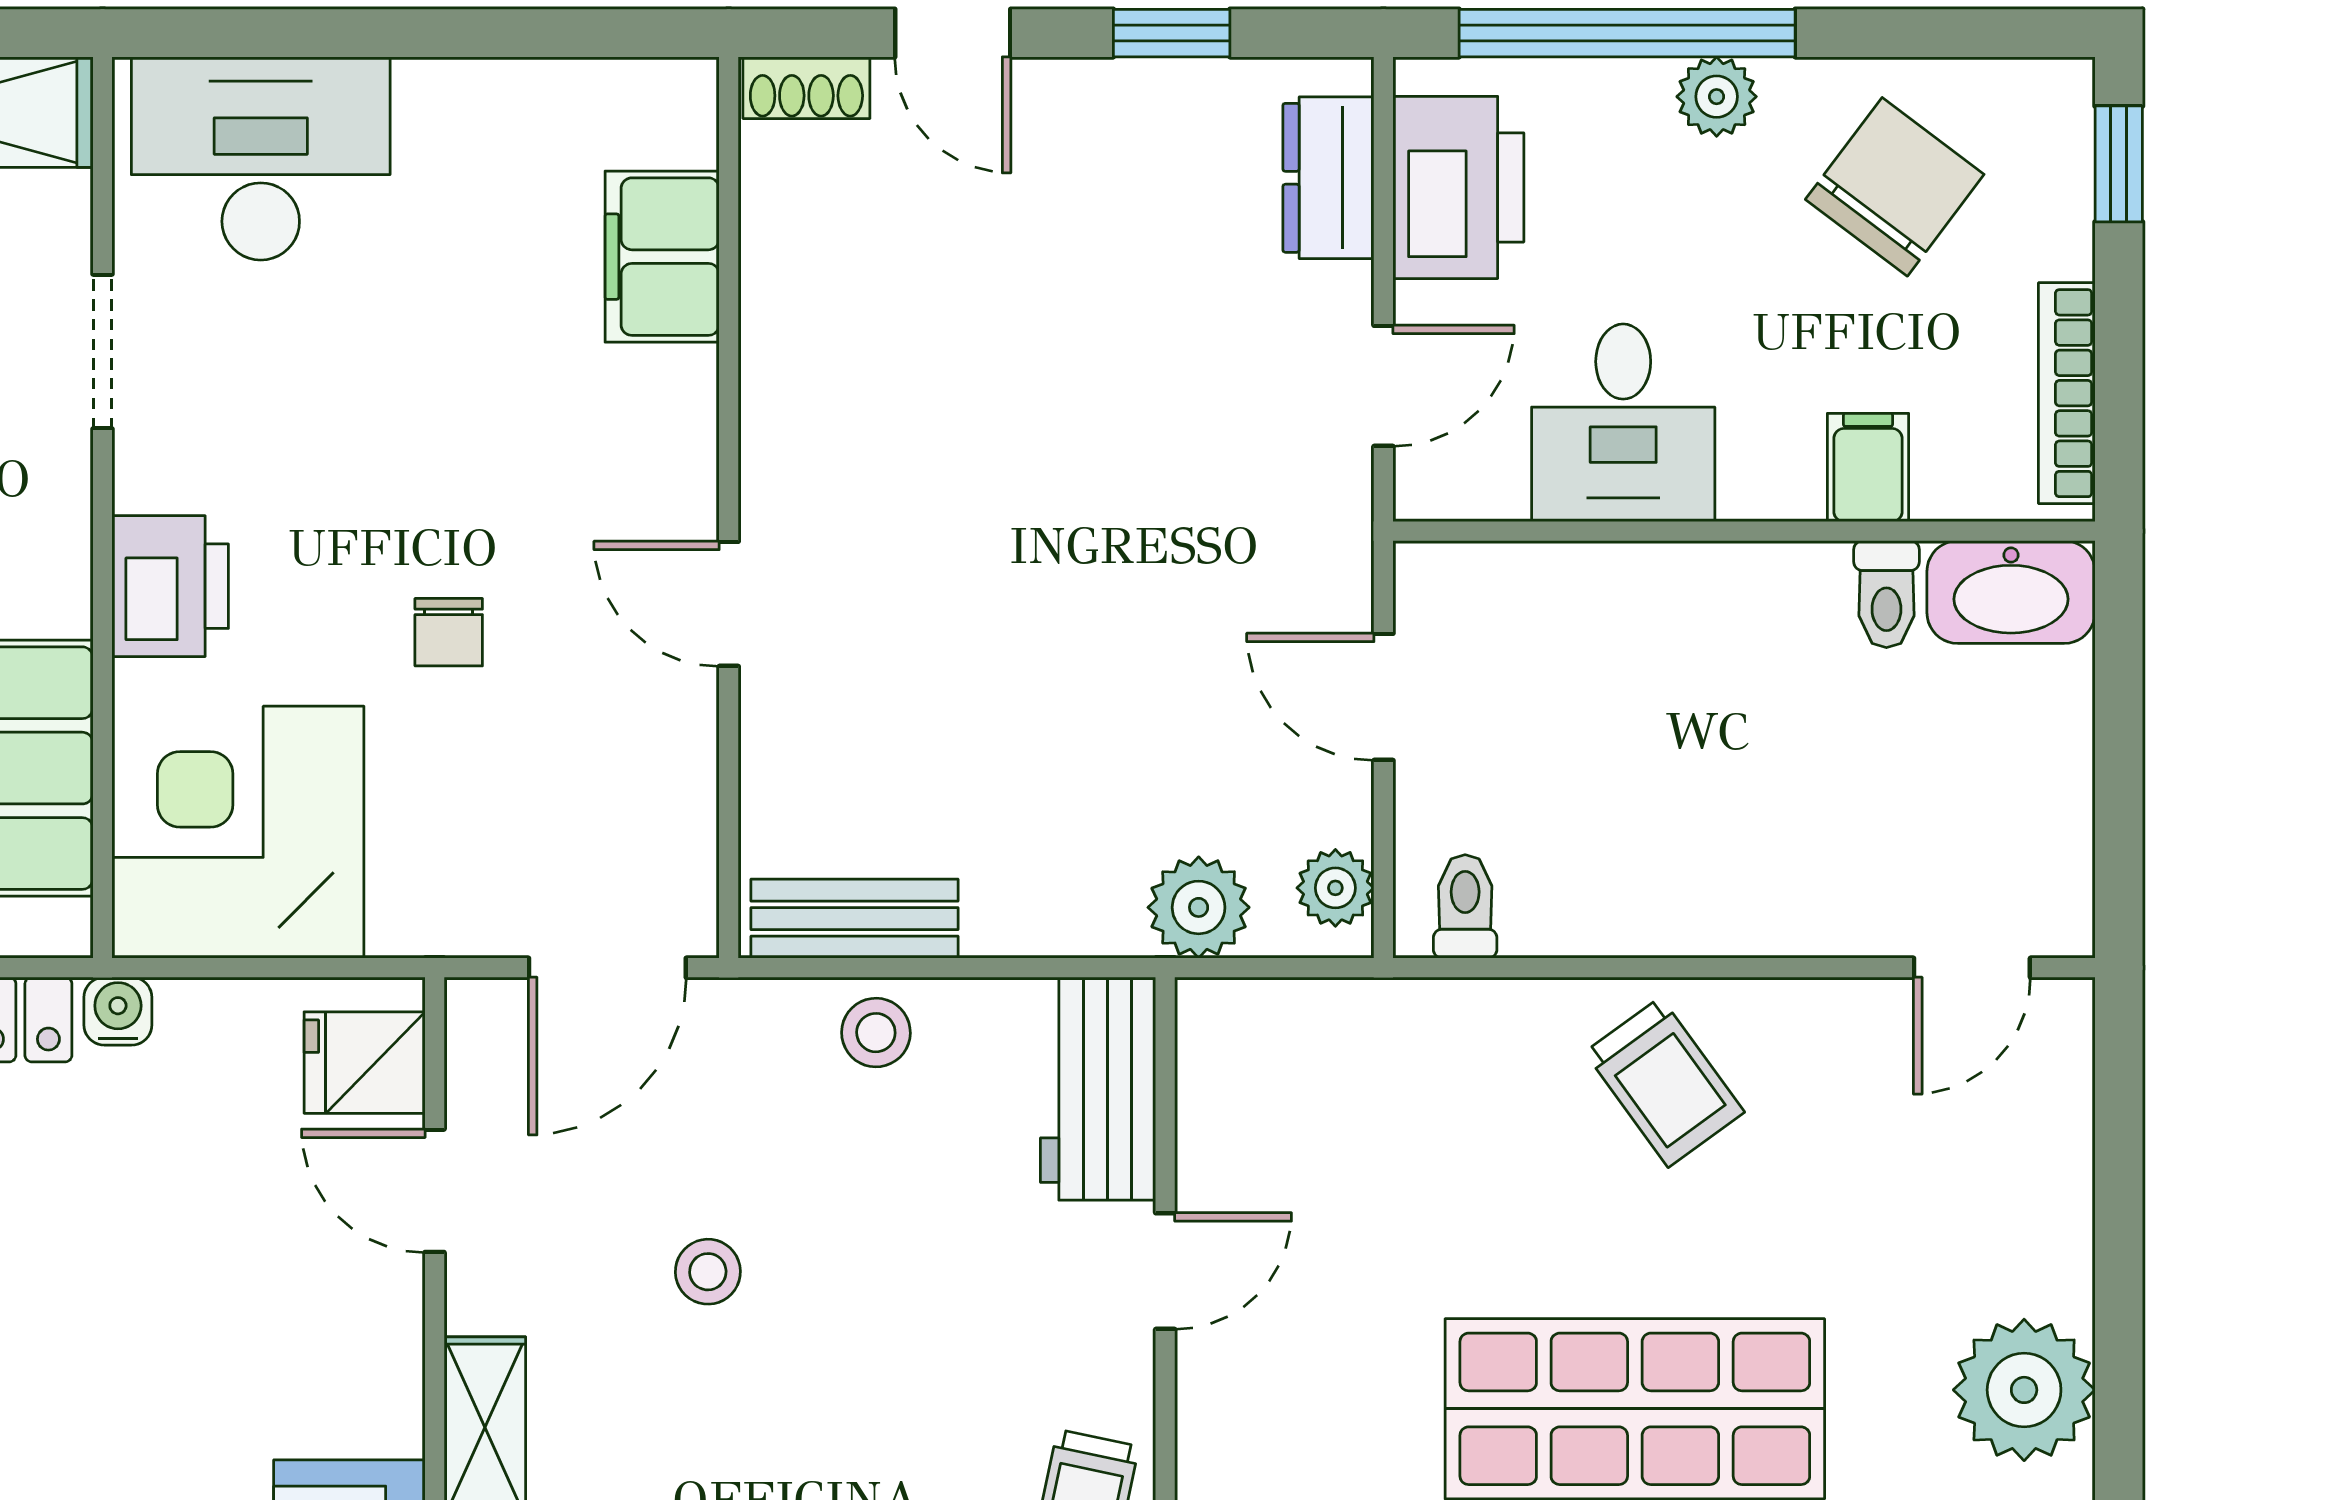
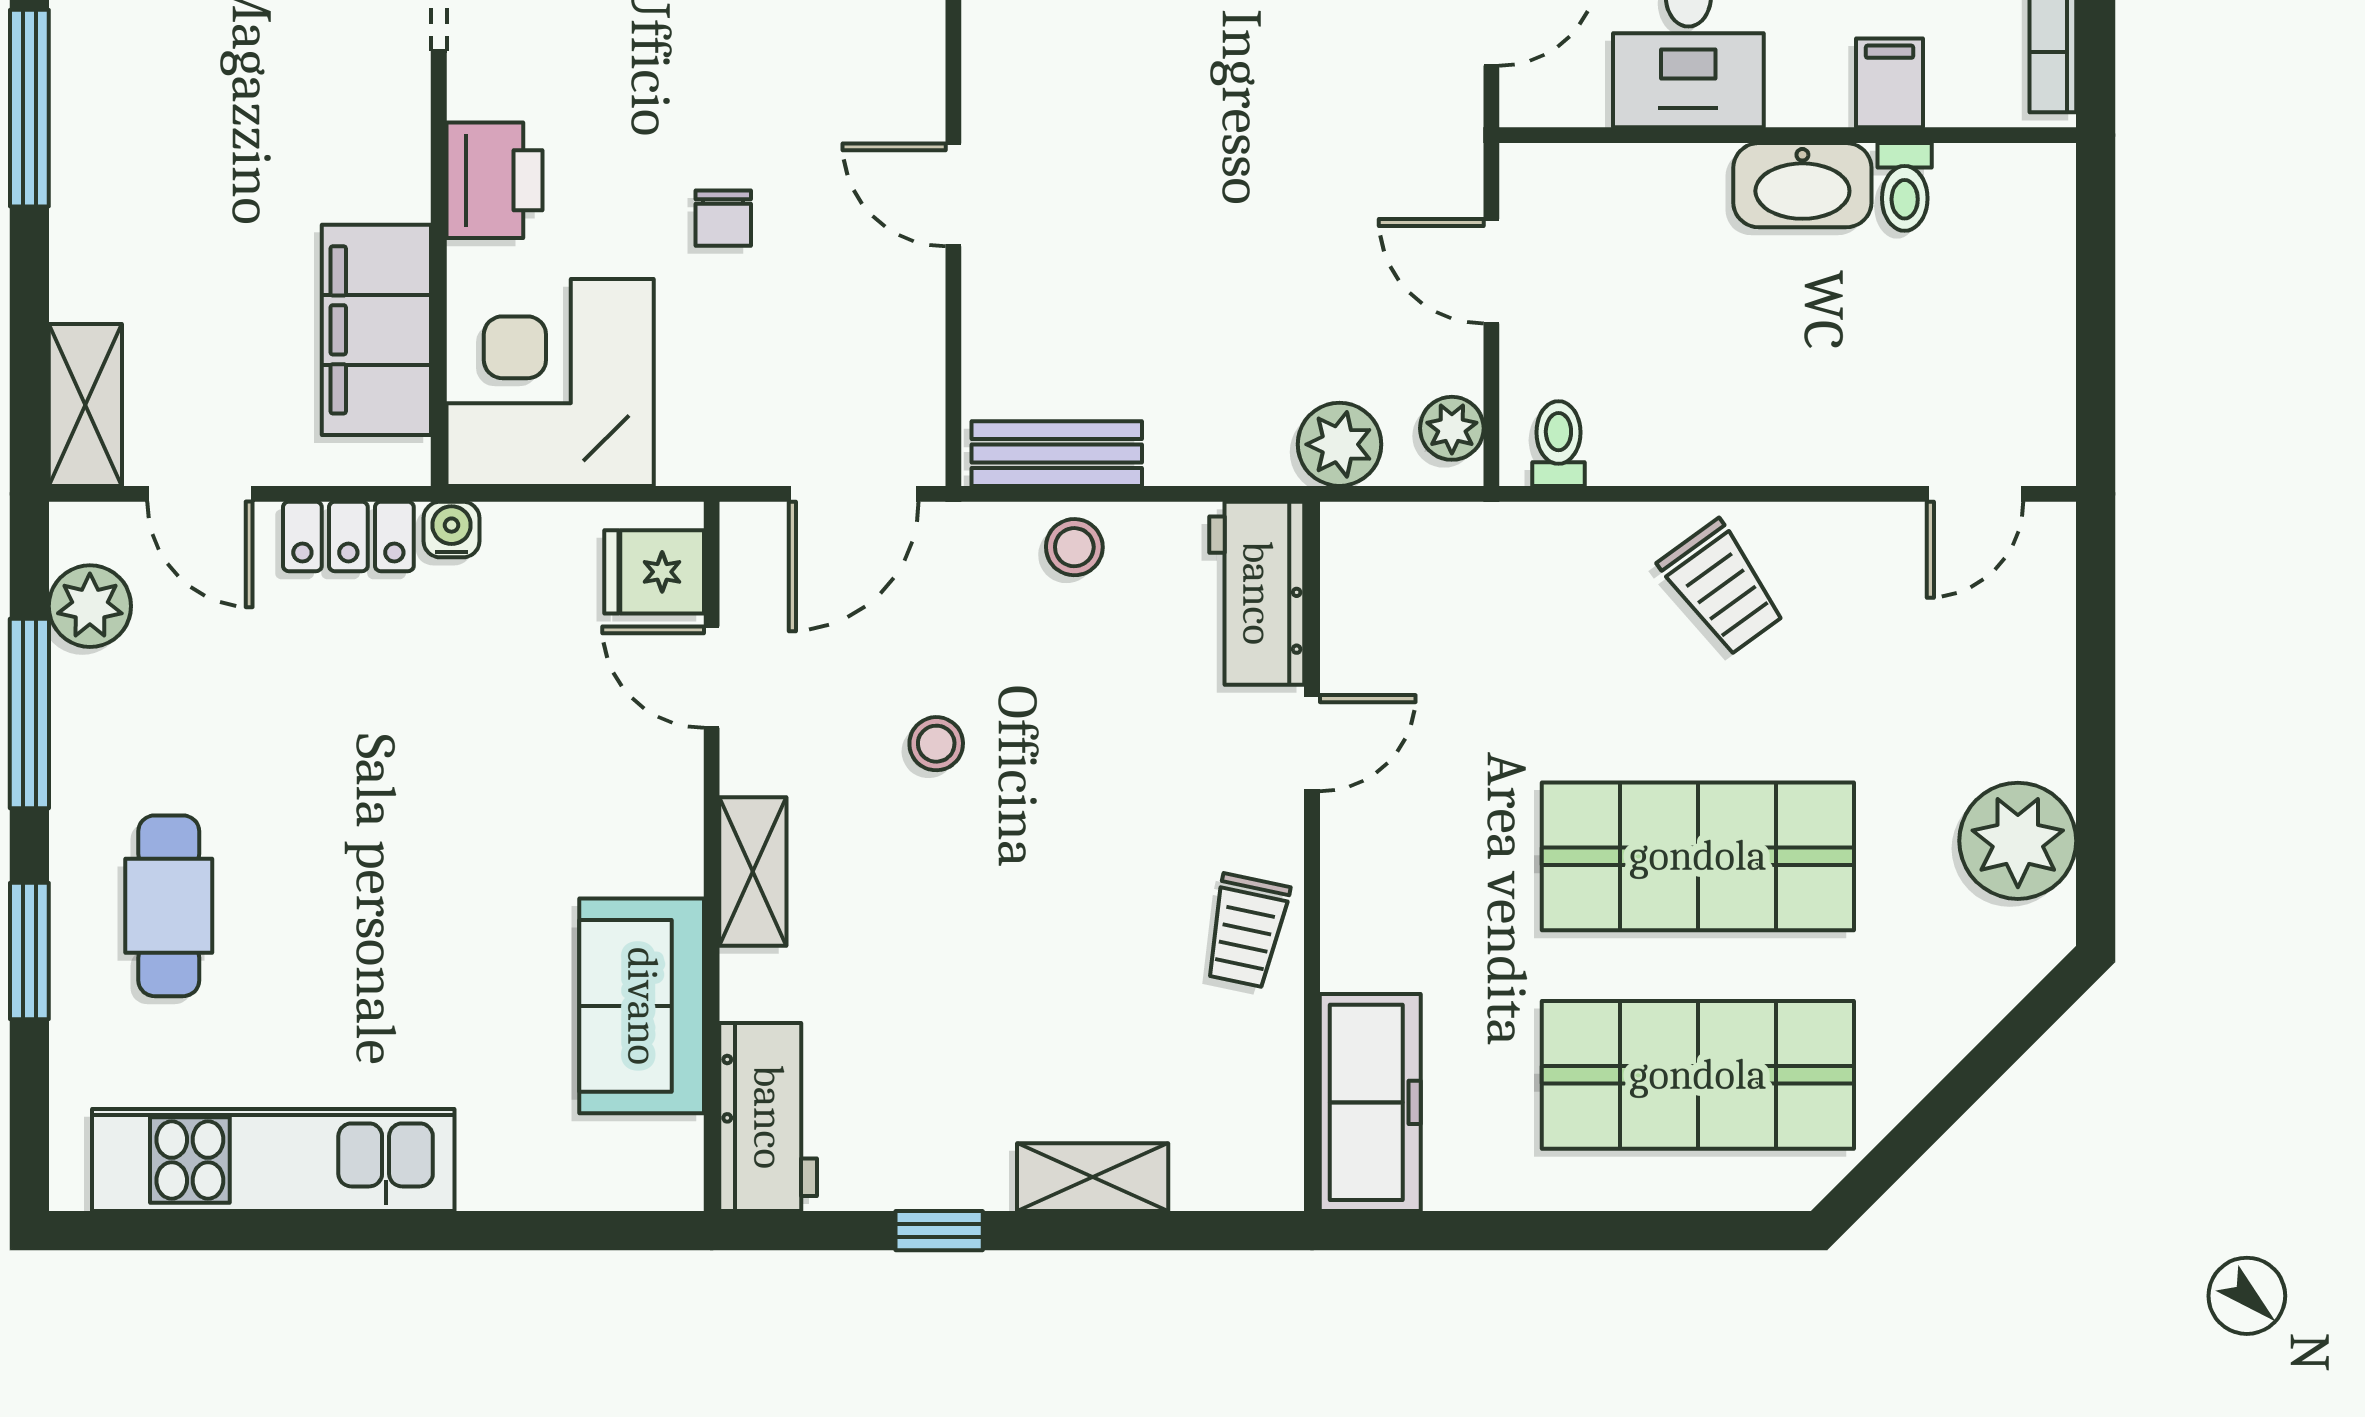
washbasin: (2011, 592) -> (1802, 185), moved

